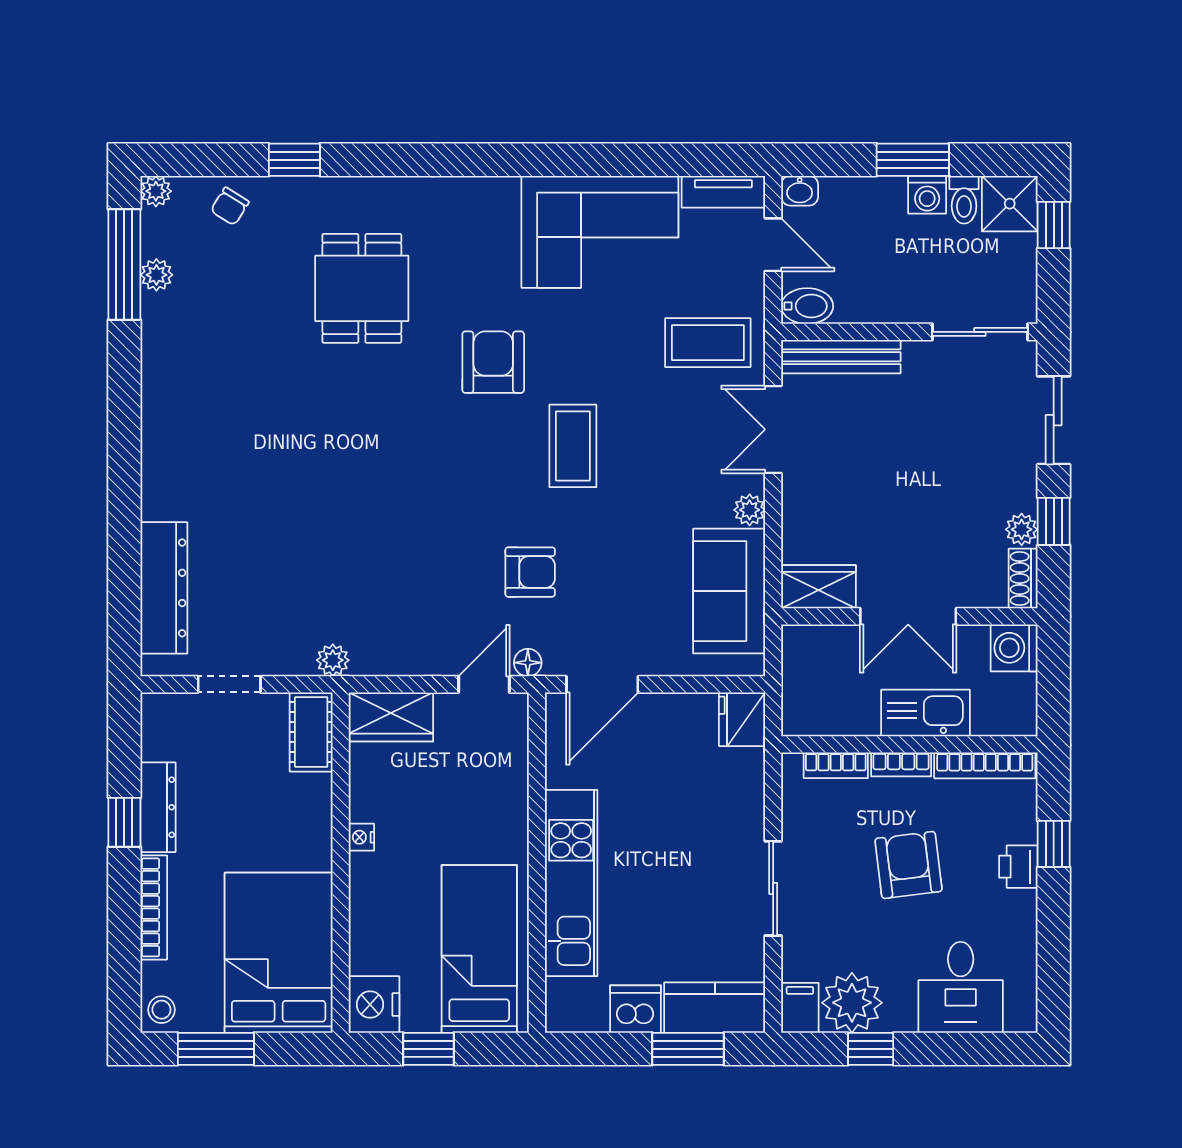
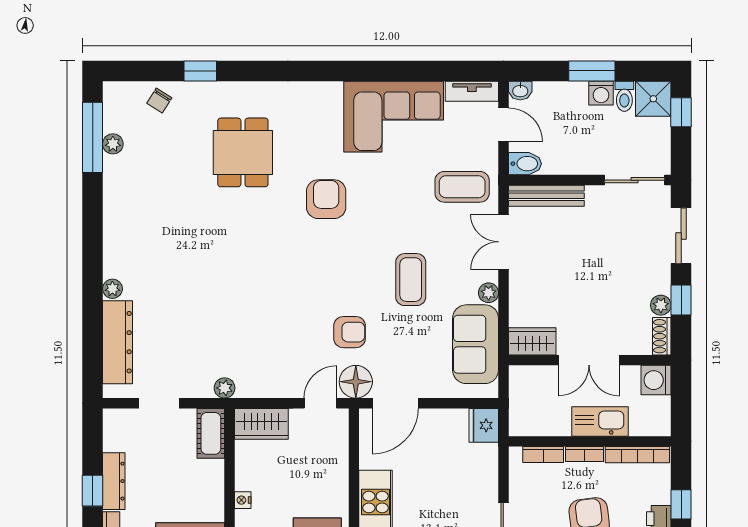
plant: (156, 191) -> (112, 289), moved
coffee table: (573, 446) -> (411, 280), moved
floor lamp: (528, 663) -> (356, 382), width x1.89, depth x1.89

